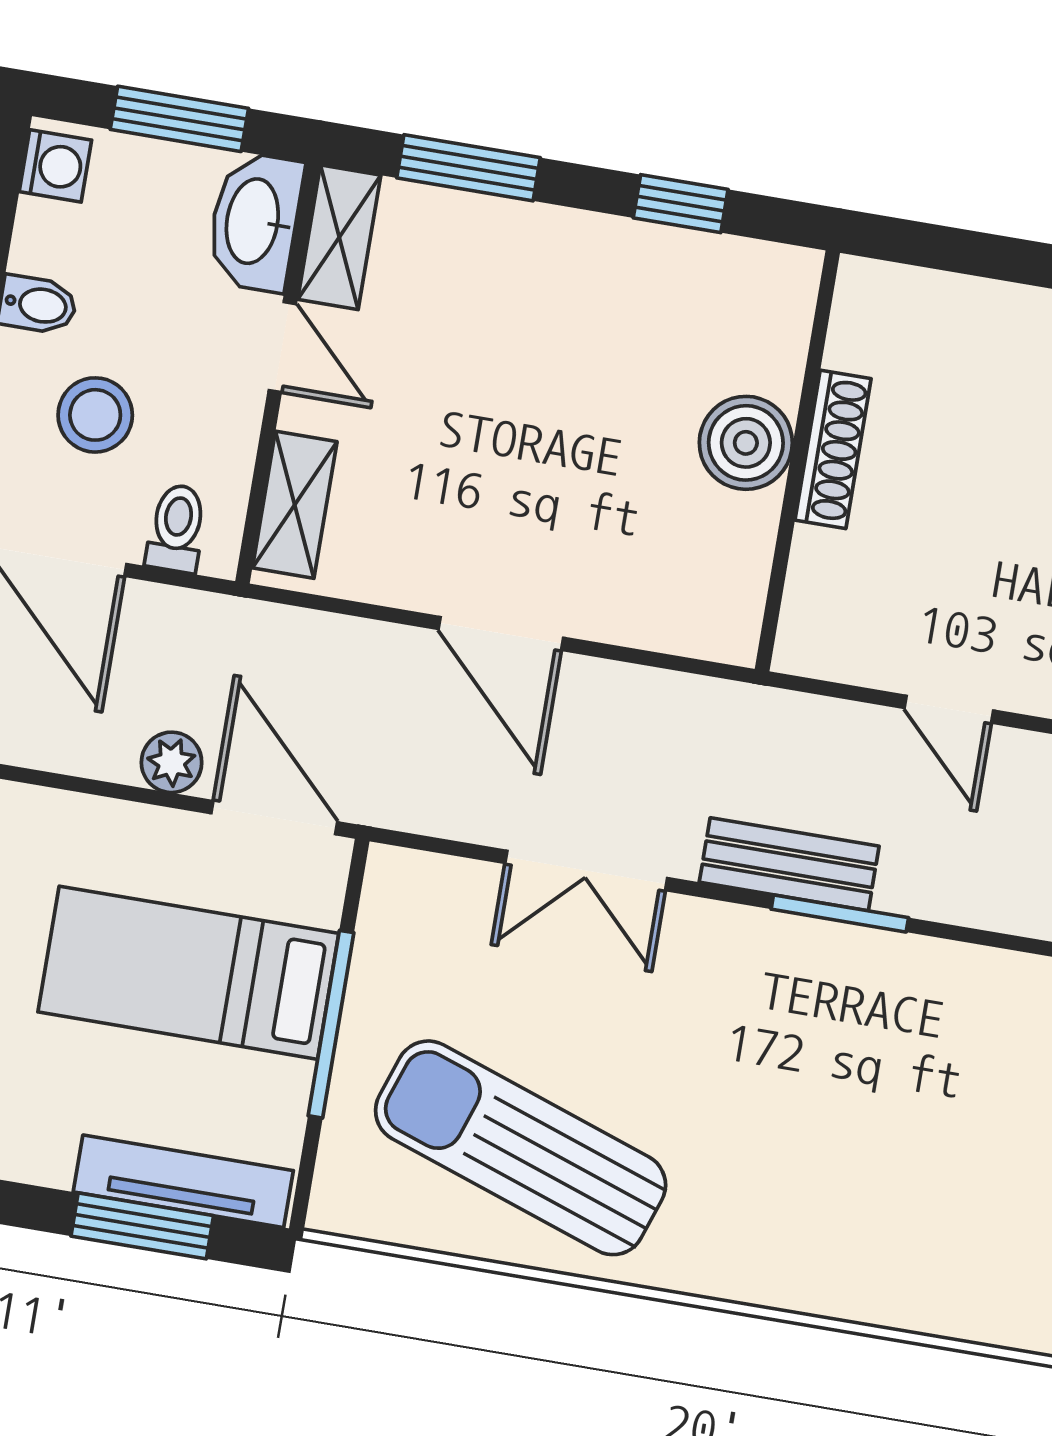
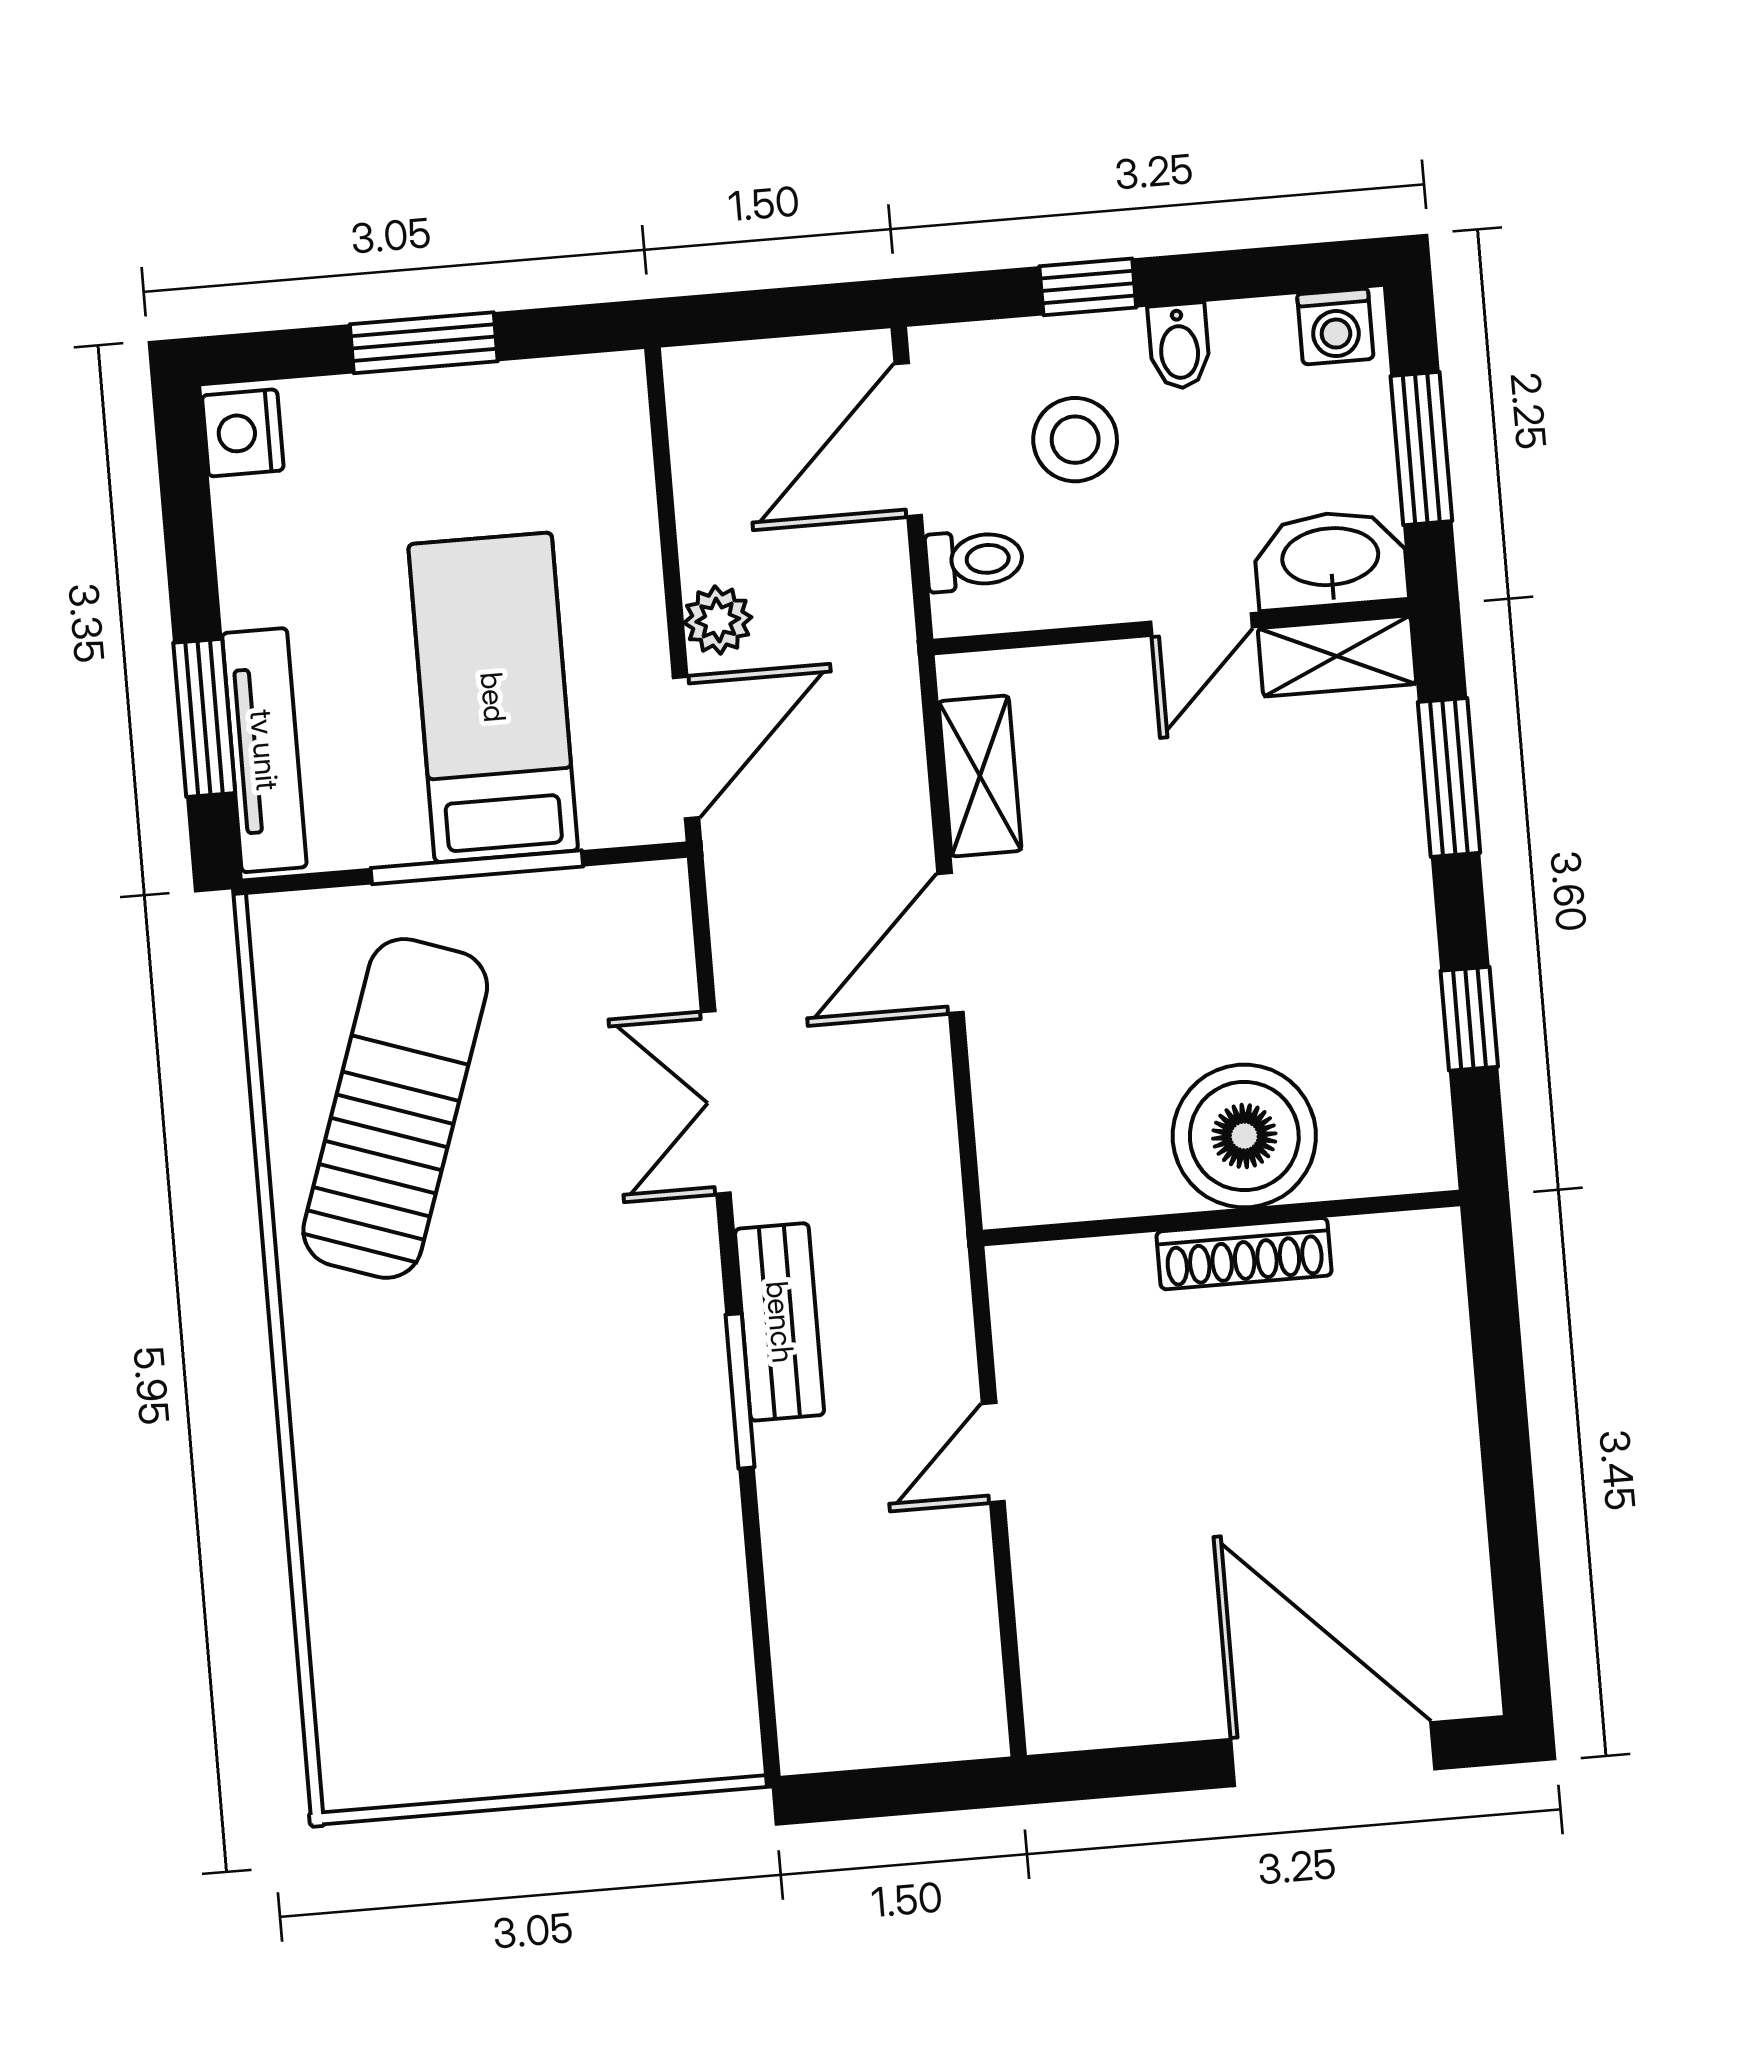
boiler: (746, 443) -> (1244, 1136), width x1.37, depth x1.37
shelving: (295, 505) -> (980, 776), moved, turned 90

